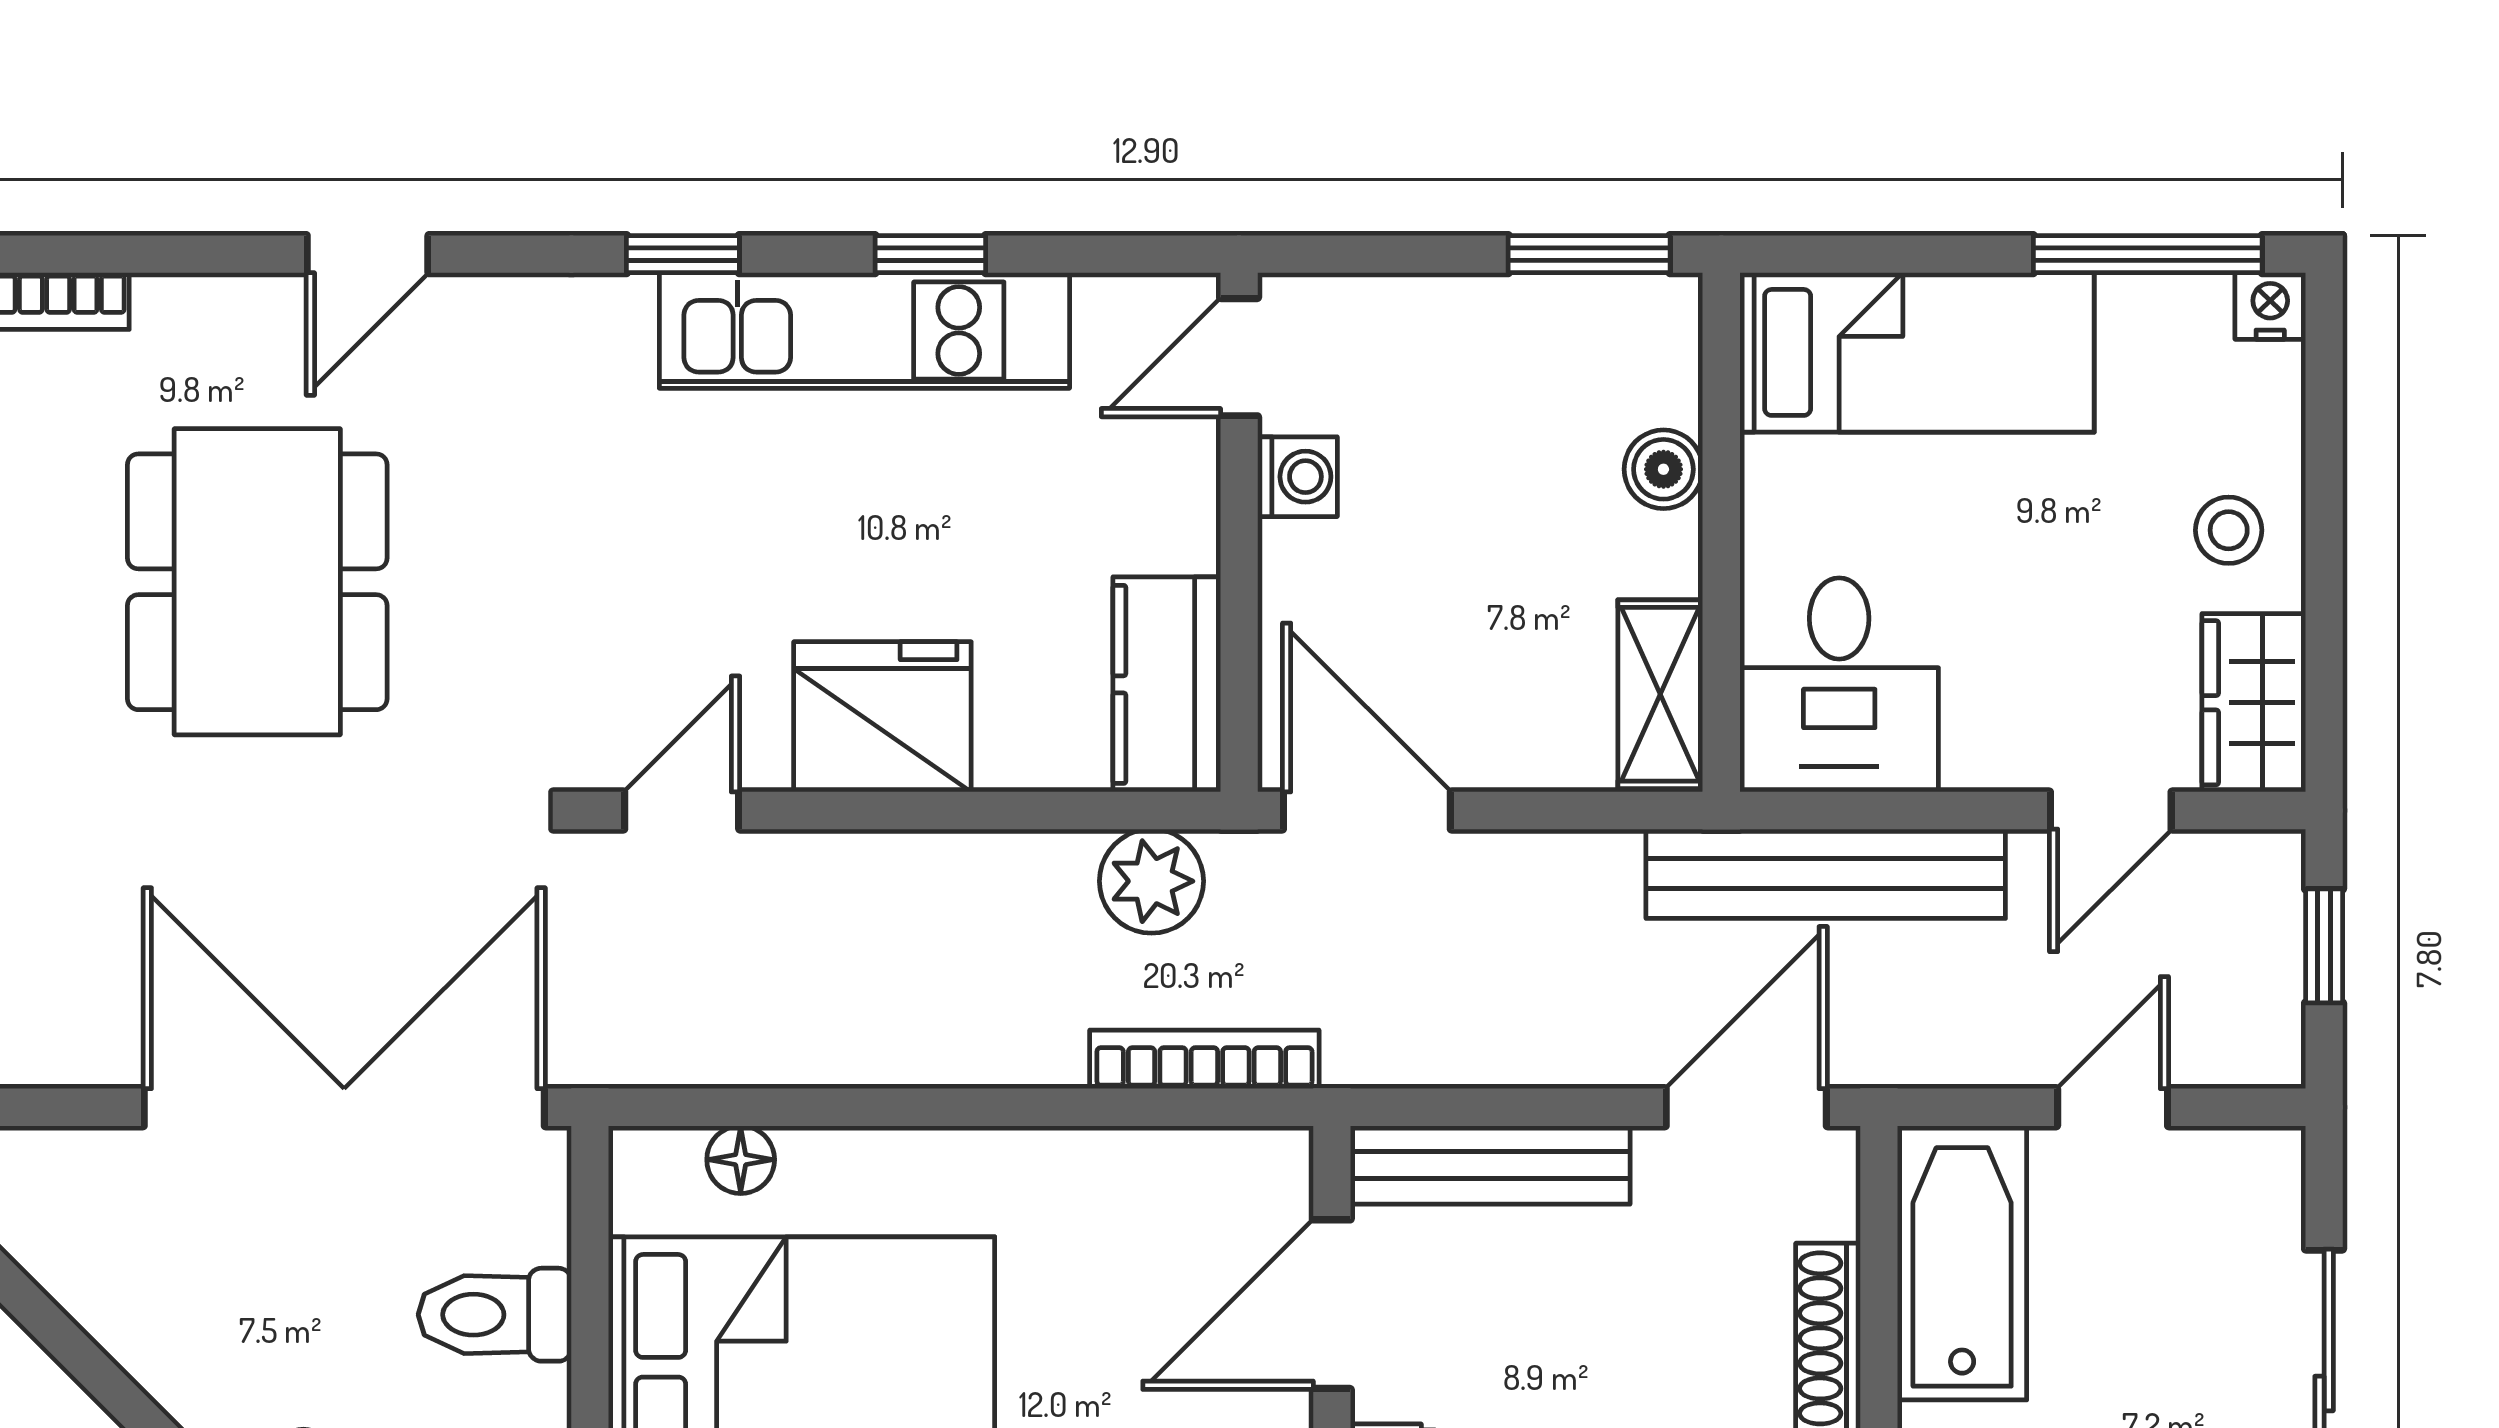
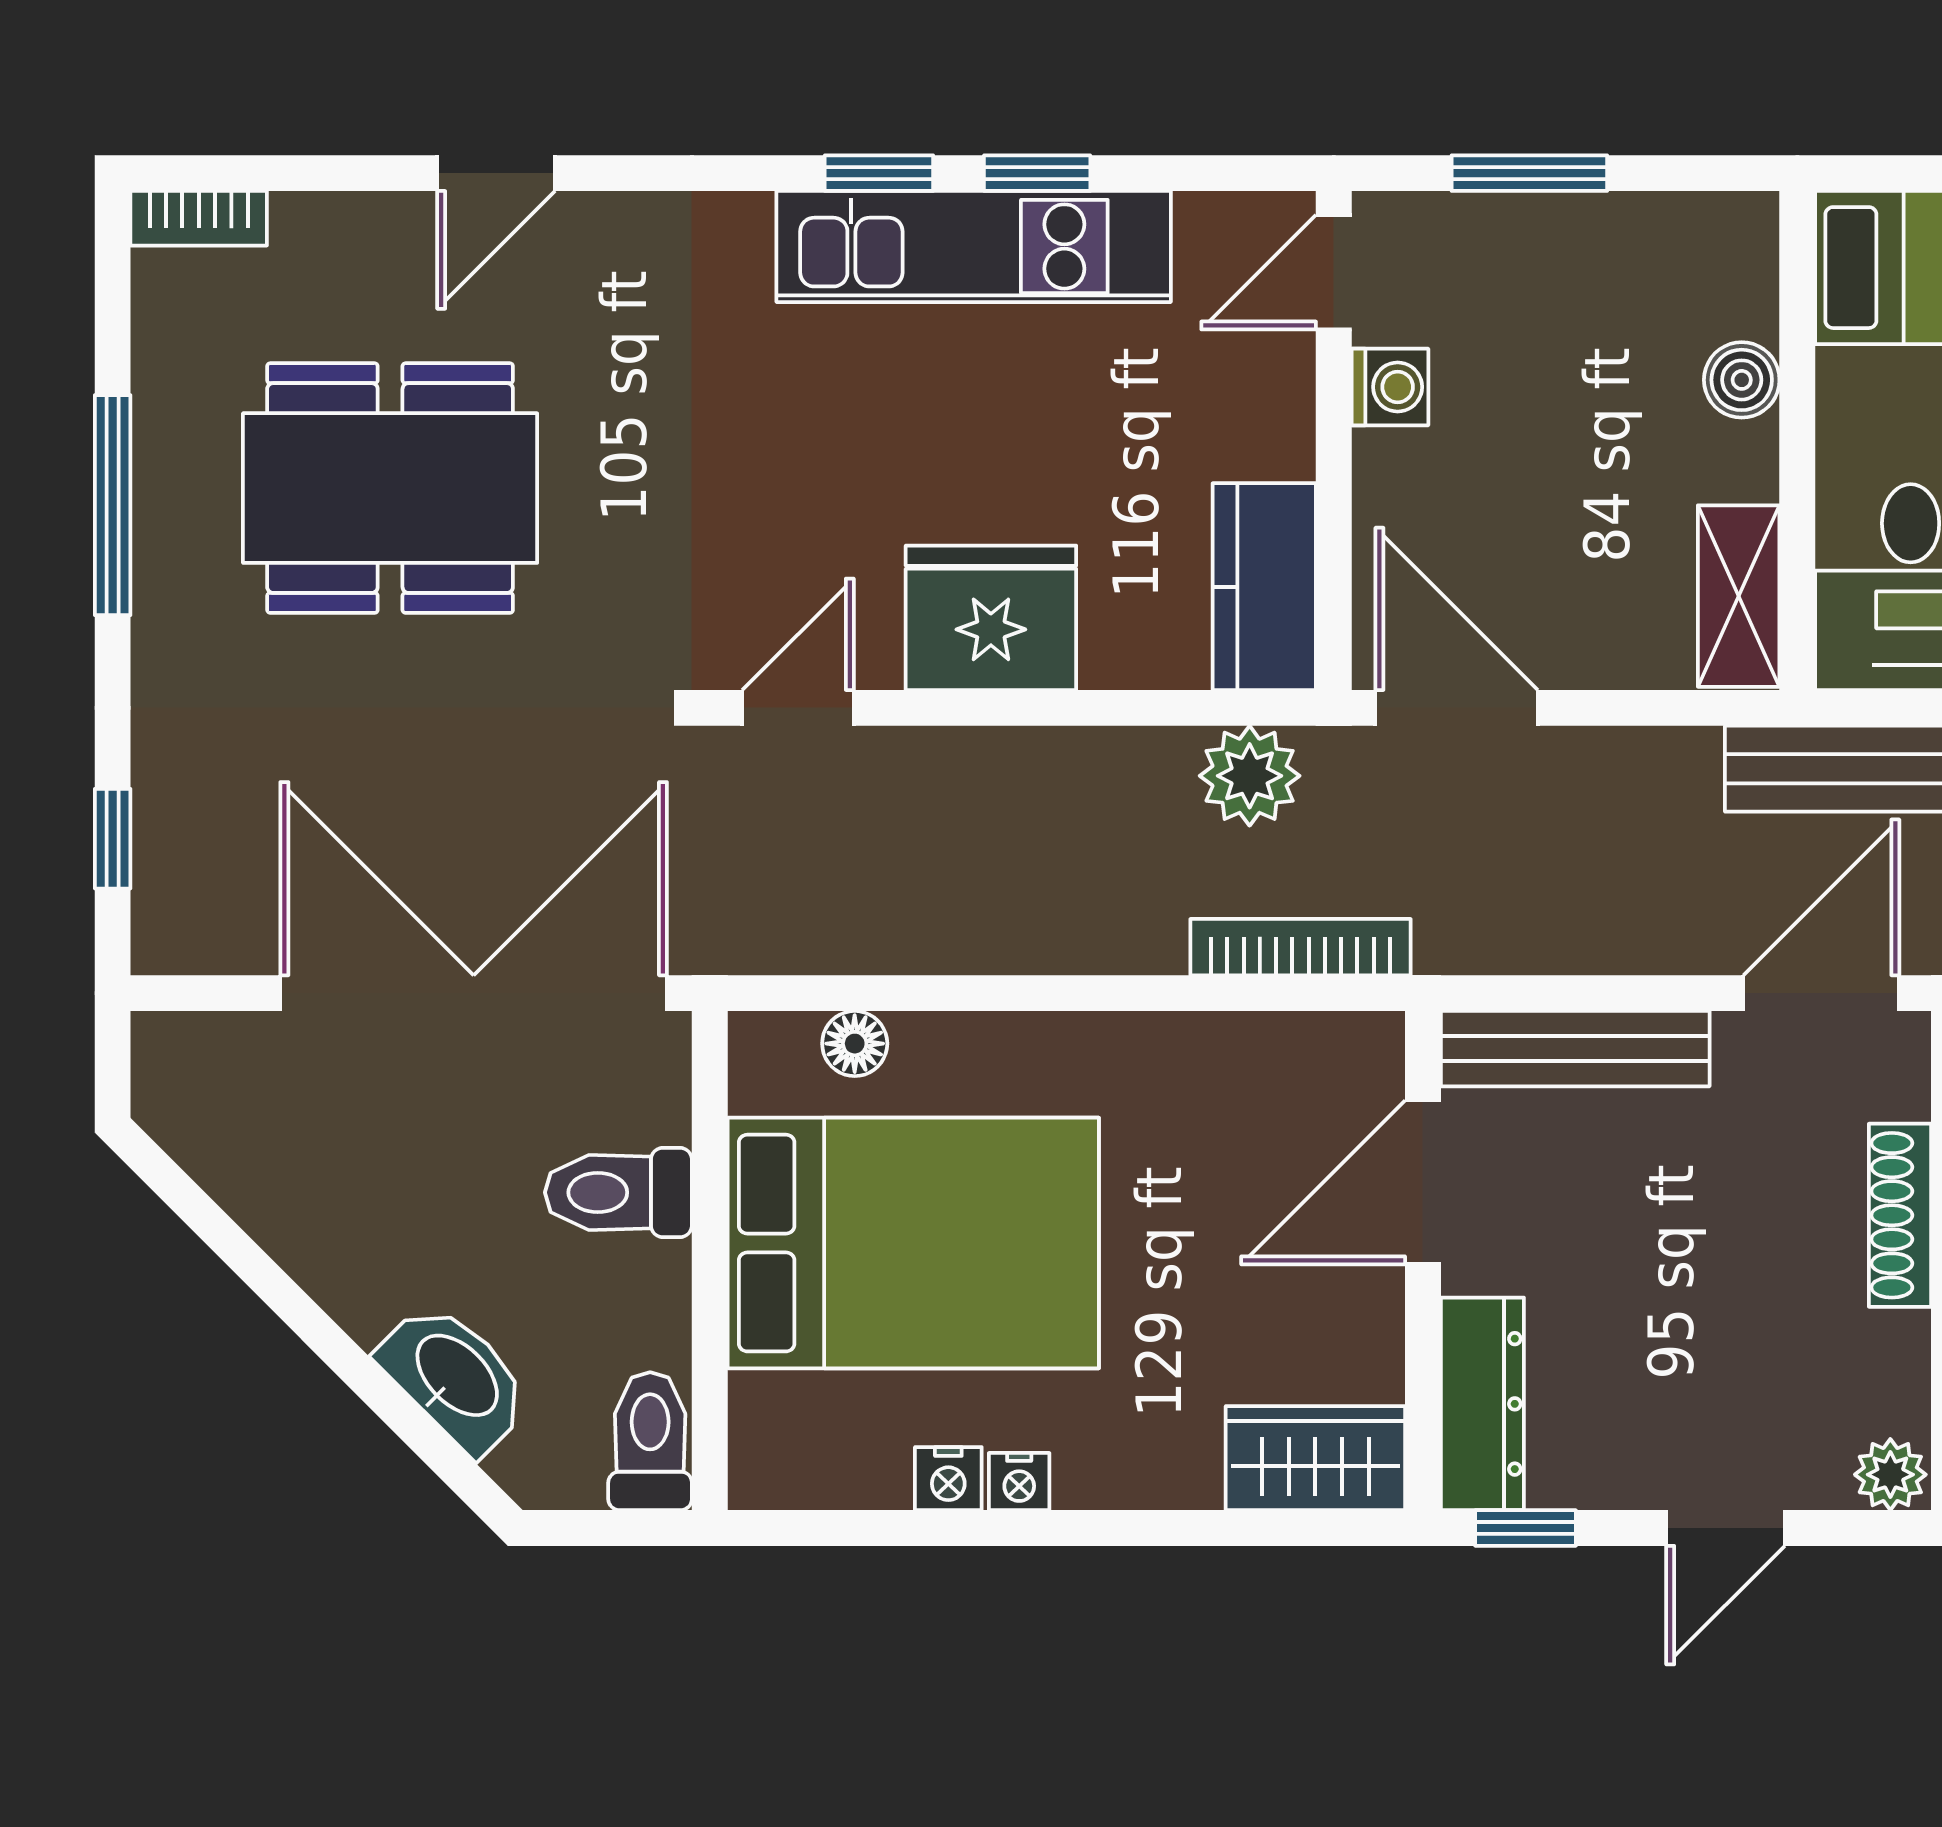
window: (683, 254) -> (879, 173), moved
window: (1589, 254) -> (1529, 173), moved
dining table: (257, 582) -> (390, 488), turned 90

